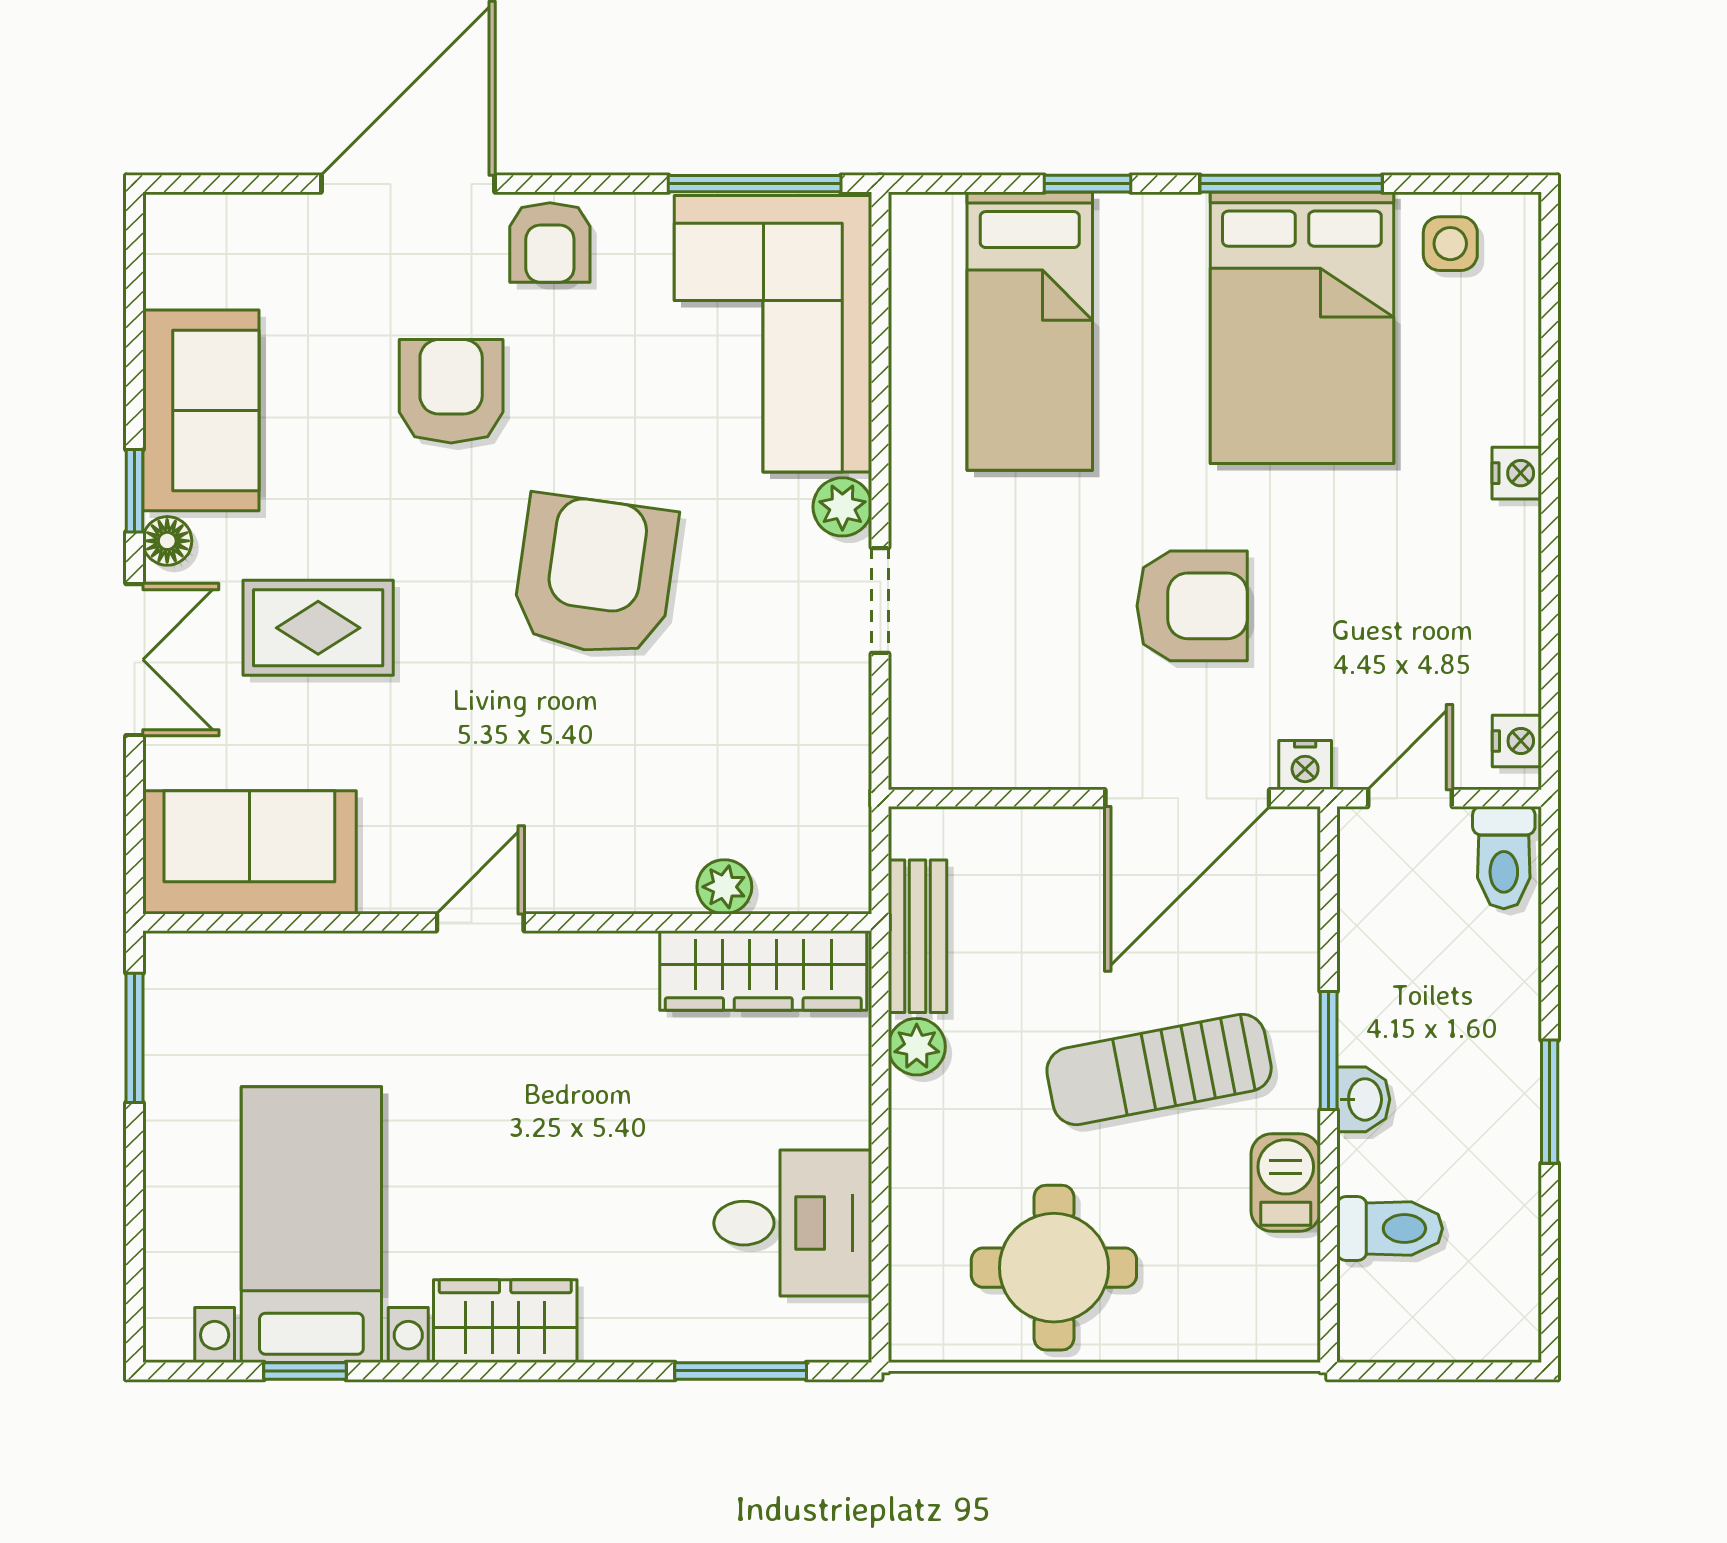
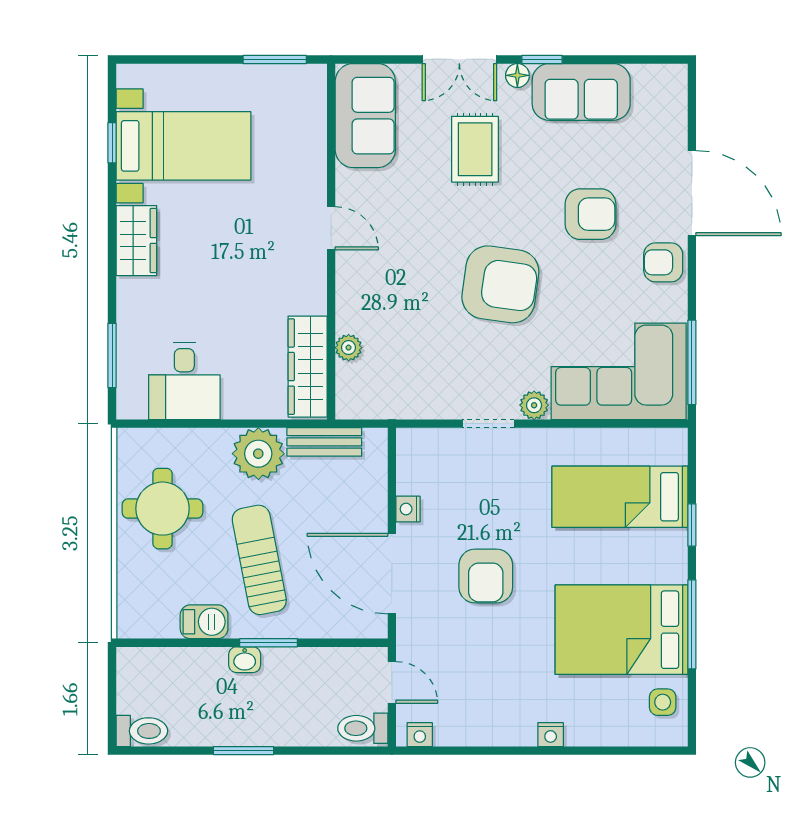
nightstand: (1305, 765) -> (408, 509), moved
plant: (917, 1047) -> (258, 454), width x1.87, depth x1.87
toilet: (1390, 1229) -> (142, 731), moved, turned -90

